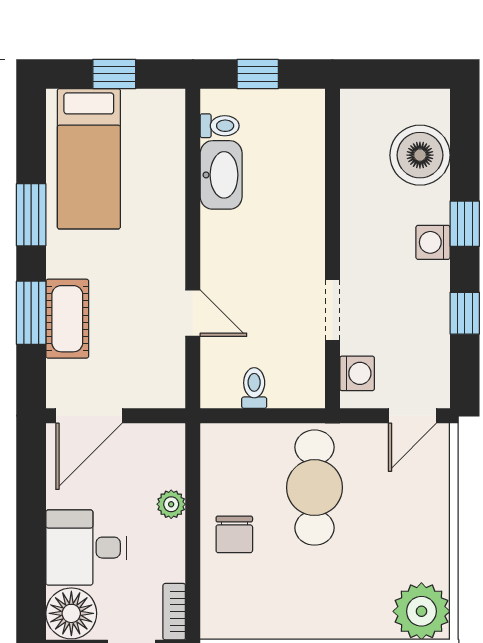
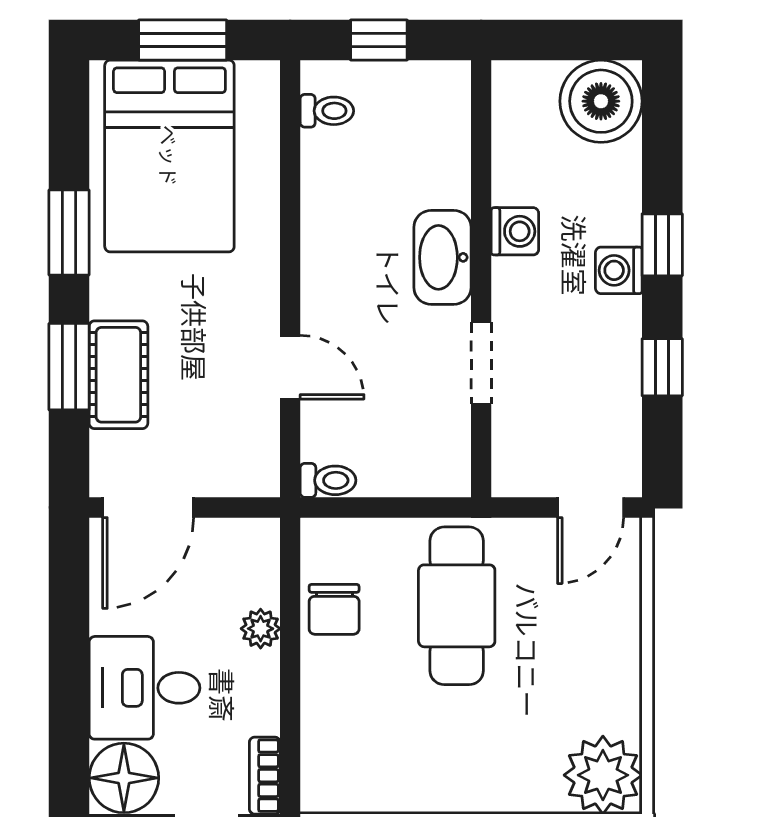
window: (114, 74) -> (183, 40), width x1.50
boiler: (420, 155) -> (601, 101), moved
bed: (89, 159) -> (169, 156), width x1.50
washbasin: (221, 175) -> (442, 257), moved, turned 180
washing machine: (357, 373) -> (515, 231), moved
toilet: (254, 388) -> (328, 480), moved, turned 90
chair: (234, 534) -> (334, 609), moved

